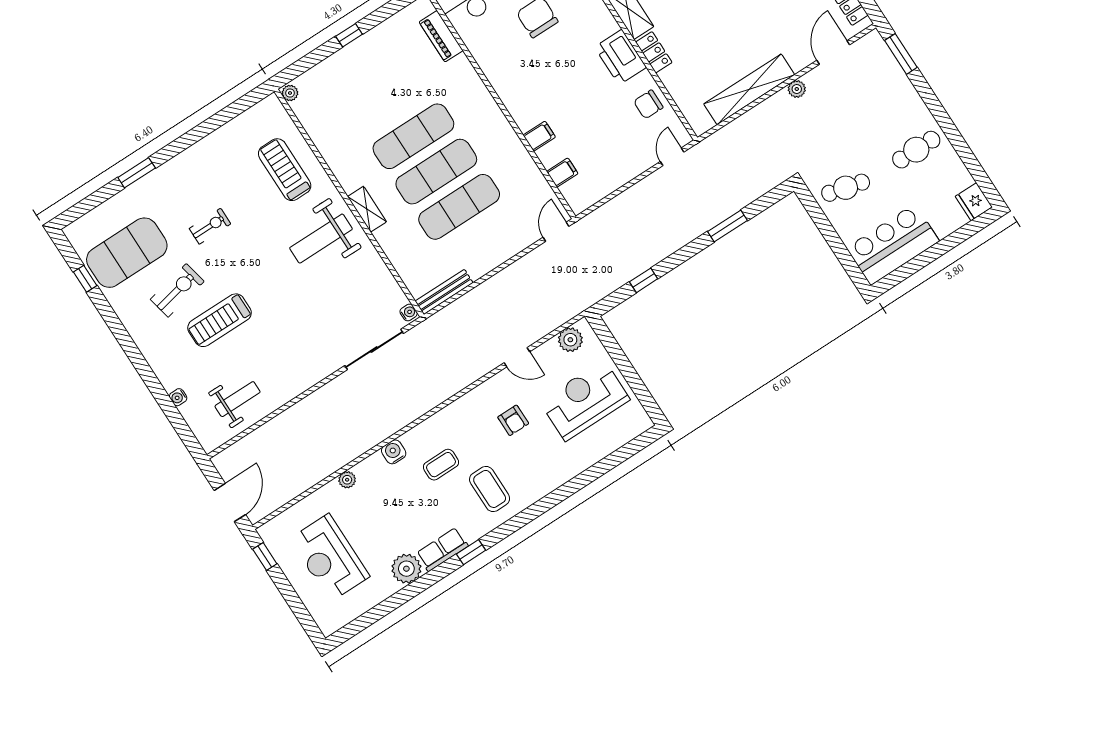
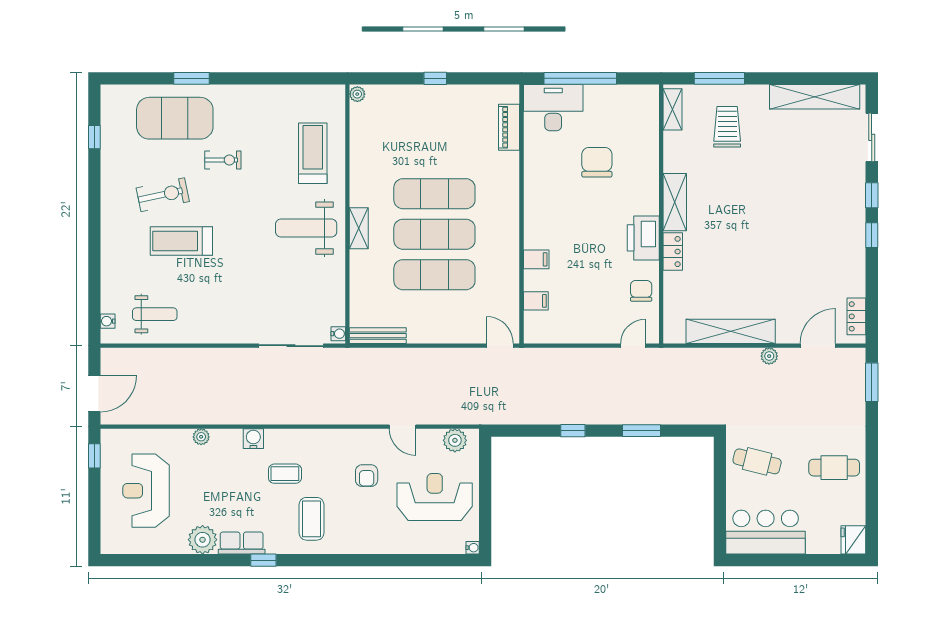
chair: (648, 104) -> (641, 291), turned 90
door: (556, 232) -> (500, 346), hinge flipped
exercise mat: (127, 253) -> (175, 118), moved
window: (644, 280) -> (573, 431), moved
water cooler: (178, 397) -> (108, 321), moved
water cooler: (646, 423) -> (473, 548), added

